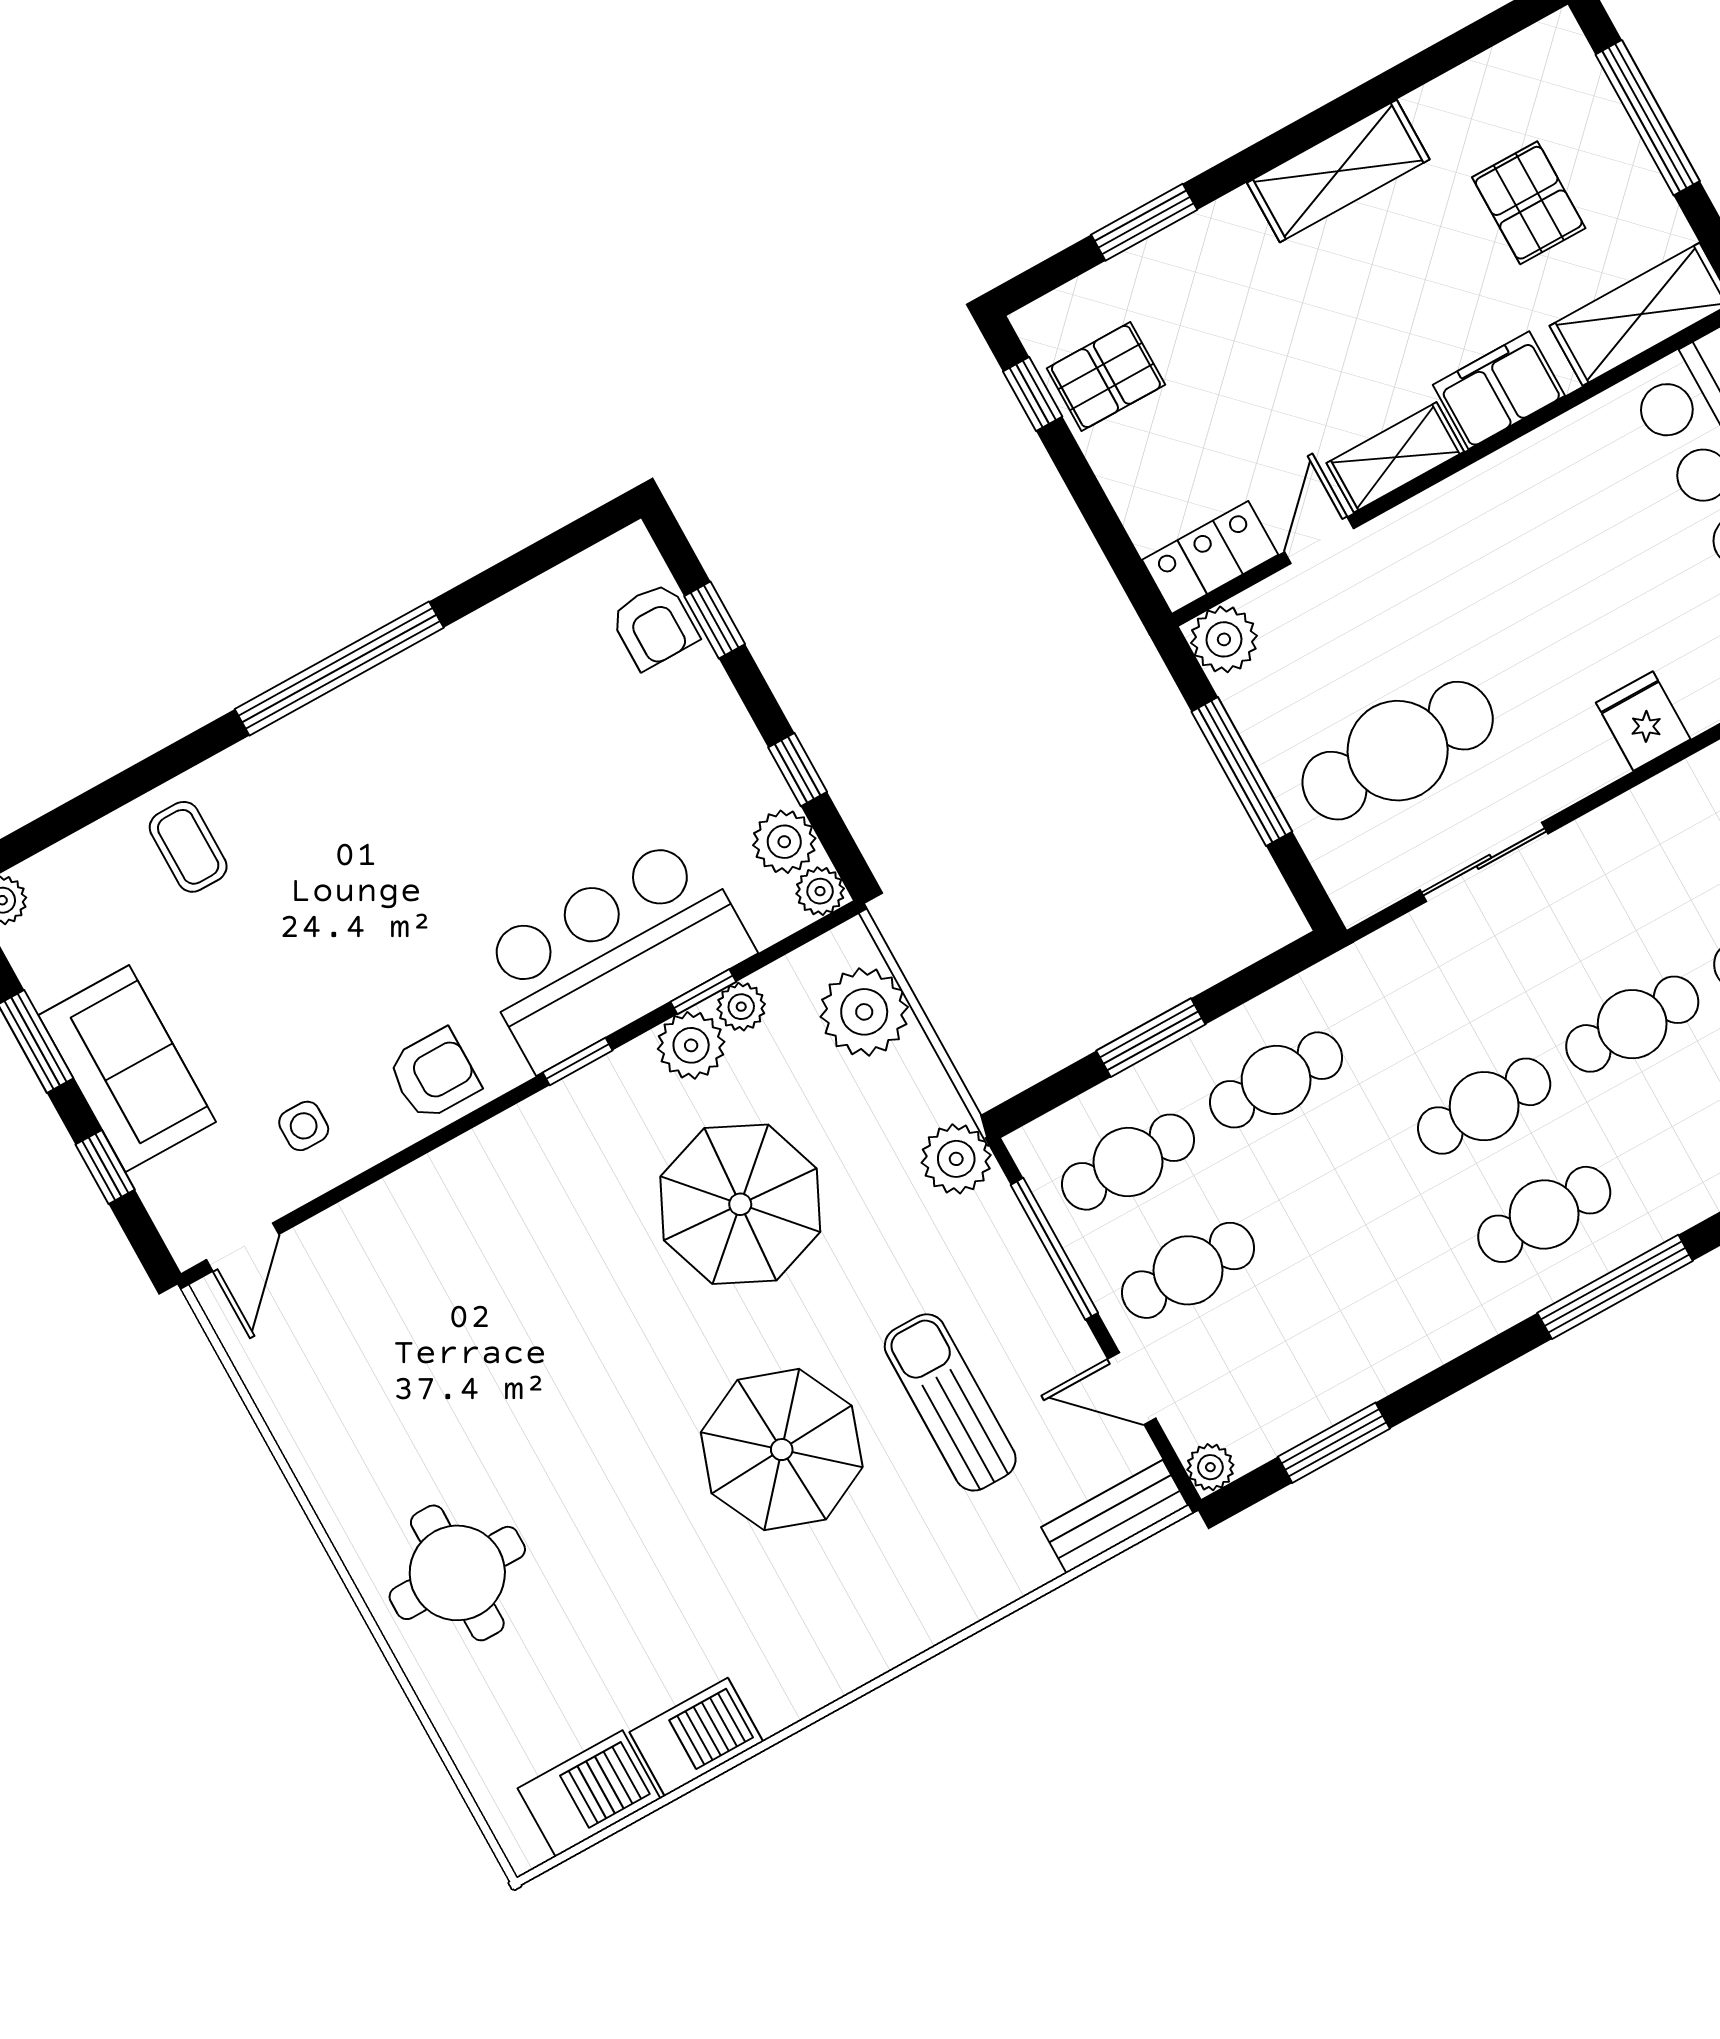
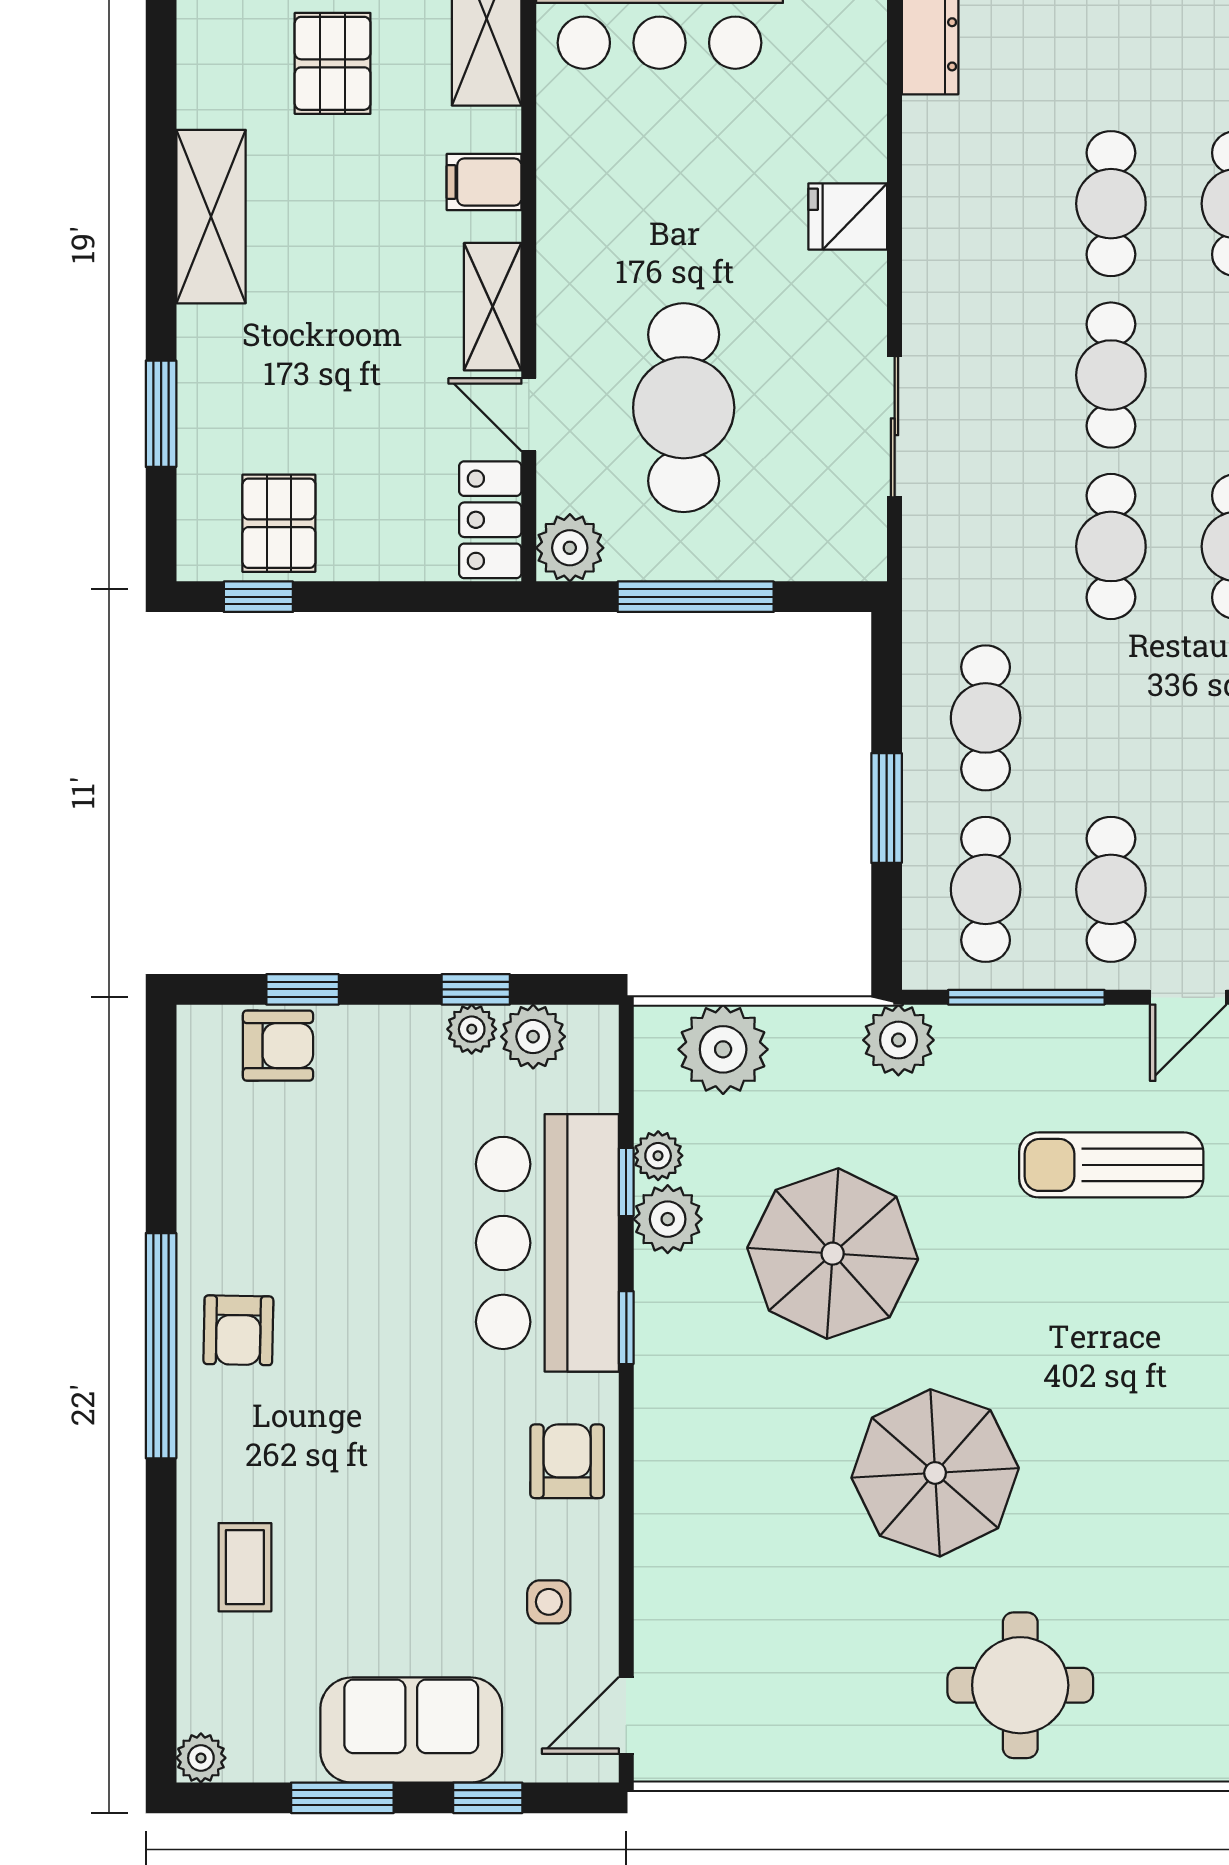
pallet: (1529, 203) -> (333, 63), turned 90
filing cabinet: (1499, 390) -> (484, 182), width x0.50
armchair: (390, 728) -> (238, 1330), added
cafe table: (1398, 751) -> (684, 408), moved
coffee table: (188, 847) -> (245, 1567), turned 90
plant: (820, 891) -> (472, 1029), moved
door: (243, 1247) -> (626, 1715), swing flipped
parasol: (782, 1450) -> (935, 1473), moved

